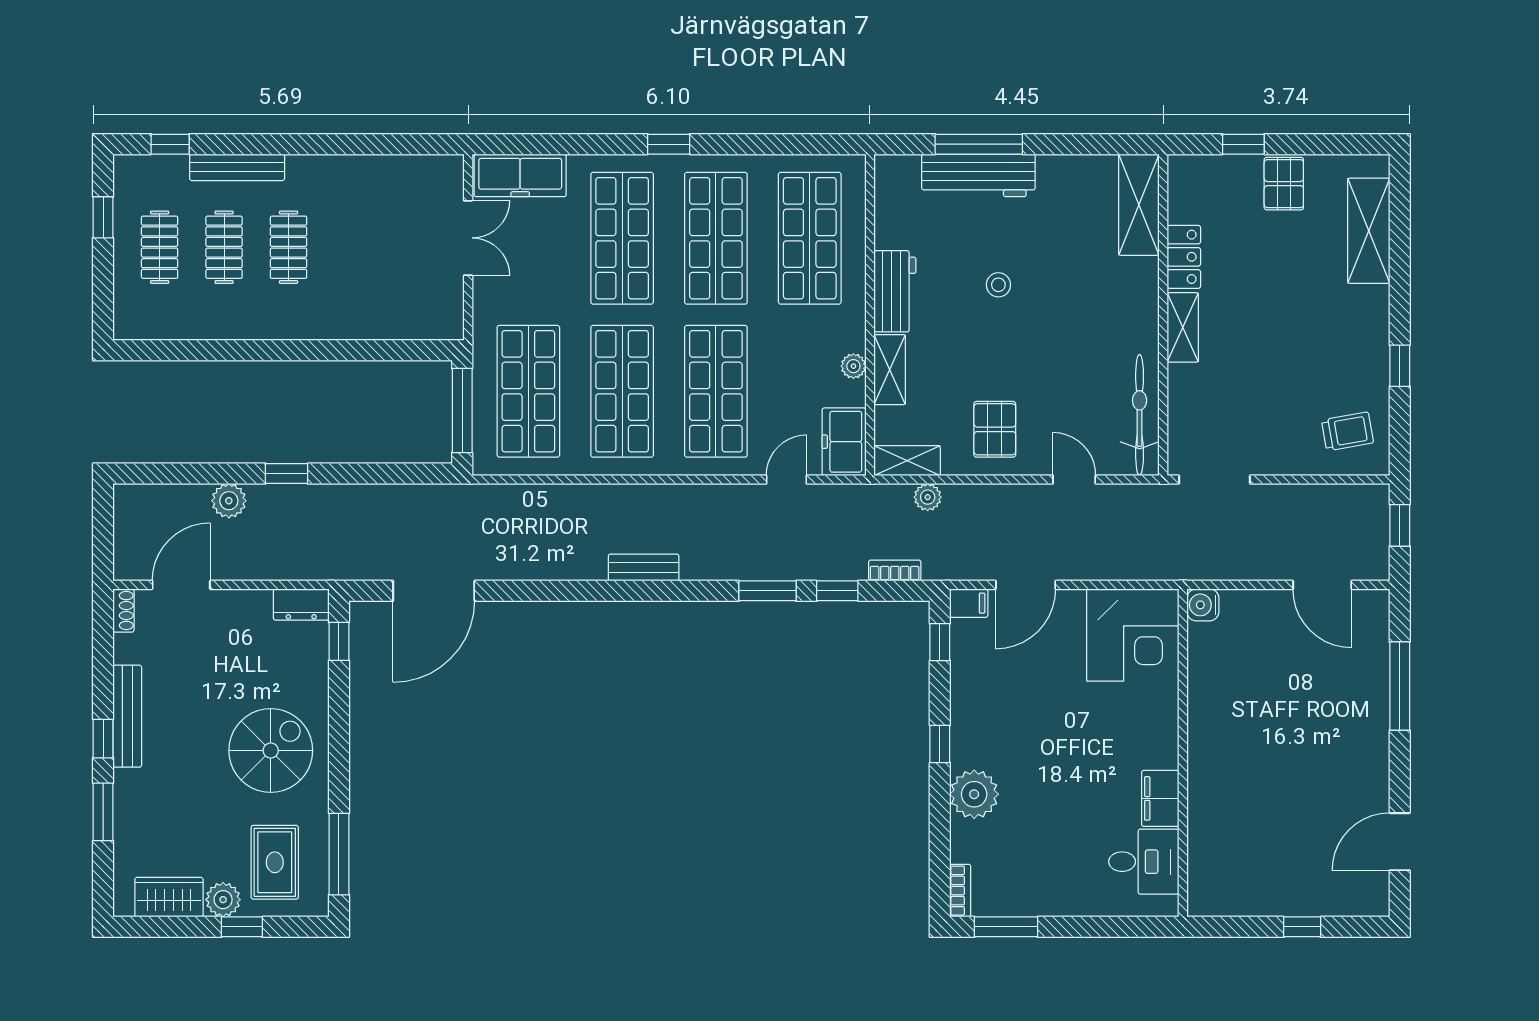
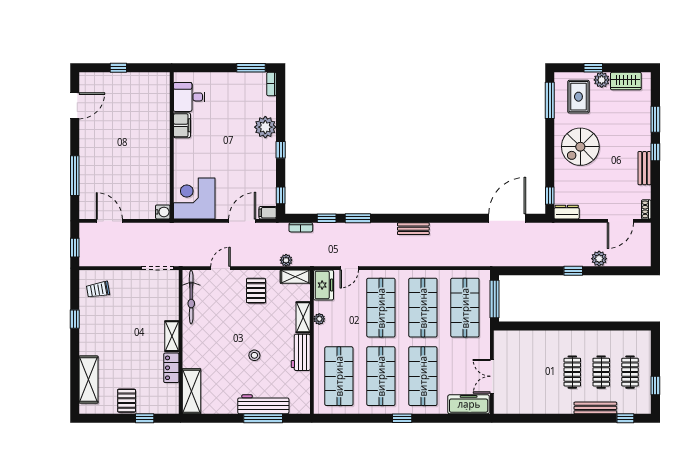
door: (1074, 479) -> (220, 268), swing flipped
bench: (127, 716) -> (645, 168), width x0.73

